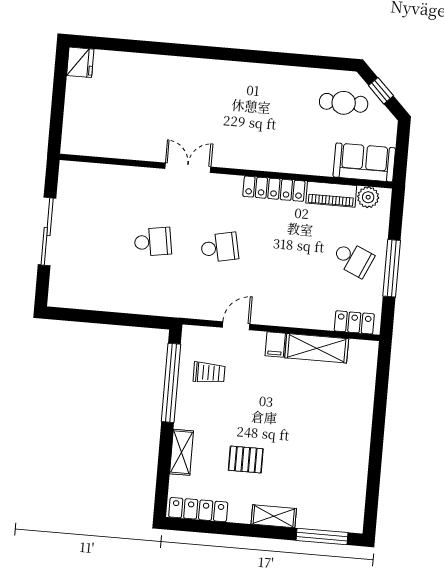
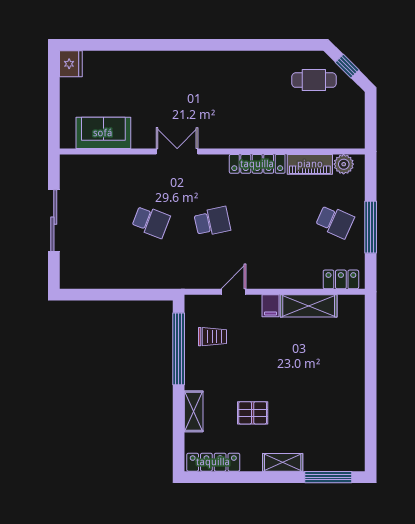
sofa: (364, 162) -> (103, 133), moved
school desk: (153, 242) -> (151, 222), turned 30

